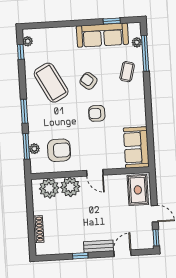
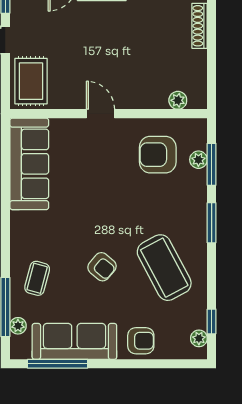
window: (112, 21) -> (58, 364), width x2.17
armchair: (97, 113) -> (141, 341), moved
sofa: (136, 147) -> (29, 164), width x1.36
plant: (70, 187) -> (143, 93), removed
plant: (49, 188) -> (178, 100), width x0.53, depth x0.53

